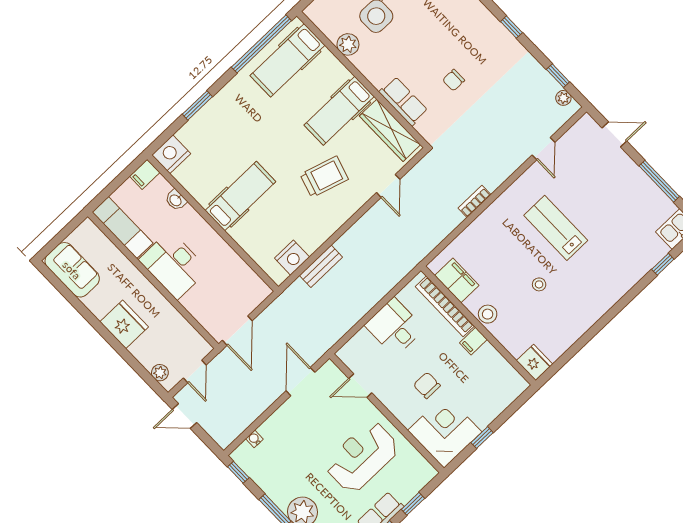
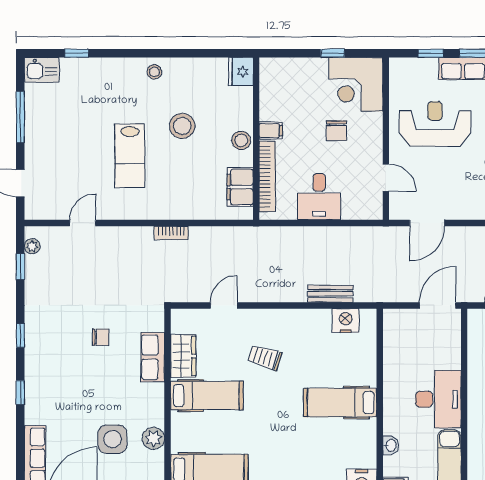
wardrobe: (390, 130) -> (183, 356), width x0.67
trolley: (324, 177) -> (265, 357), width x0.73, depth x0.72
stool: (539, 284) -> (182, 126), width x1.89, depth x1.89
stool: (595, 304) -> (154, 72), added
reception desk: (362, 457) -> (435, 124), turned 180

